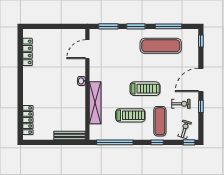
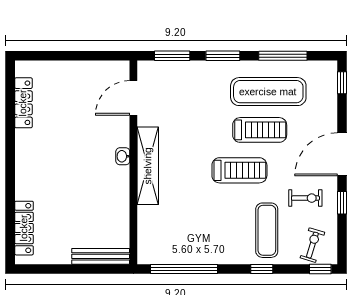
shelving: (95, 103) -> (148, 166), moved
treadmill: (130, 115) -> (260, 130), moved

